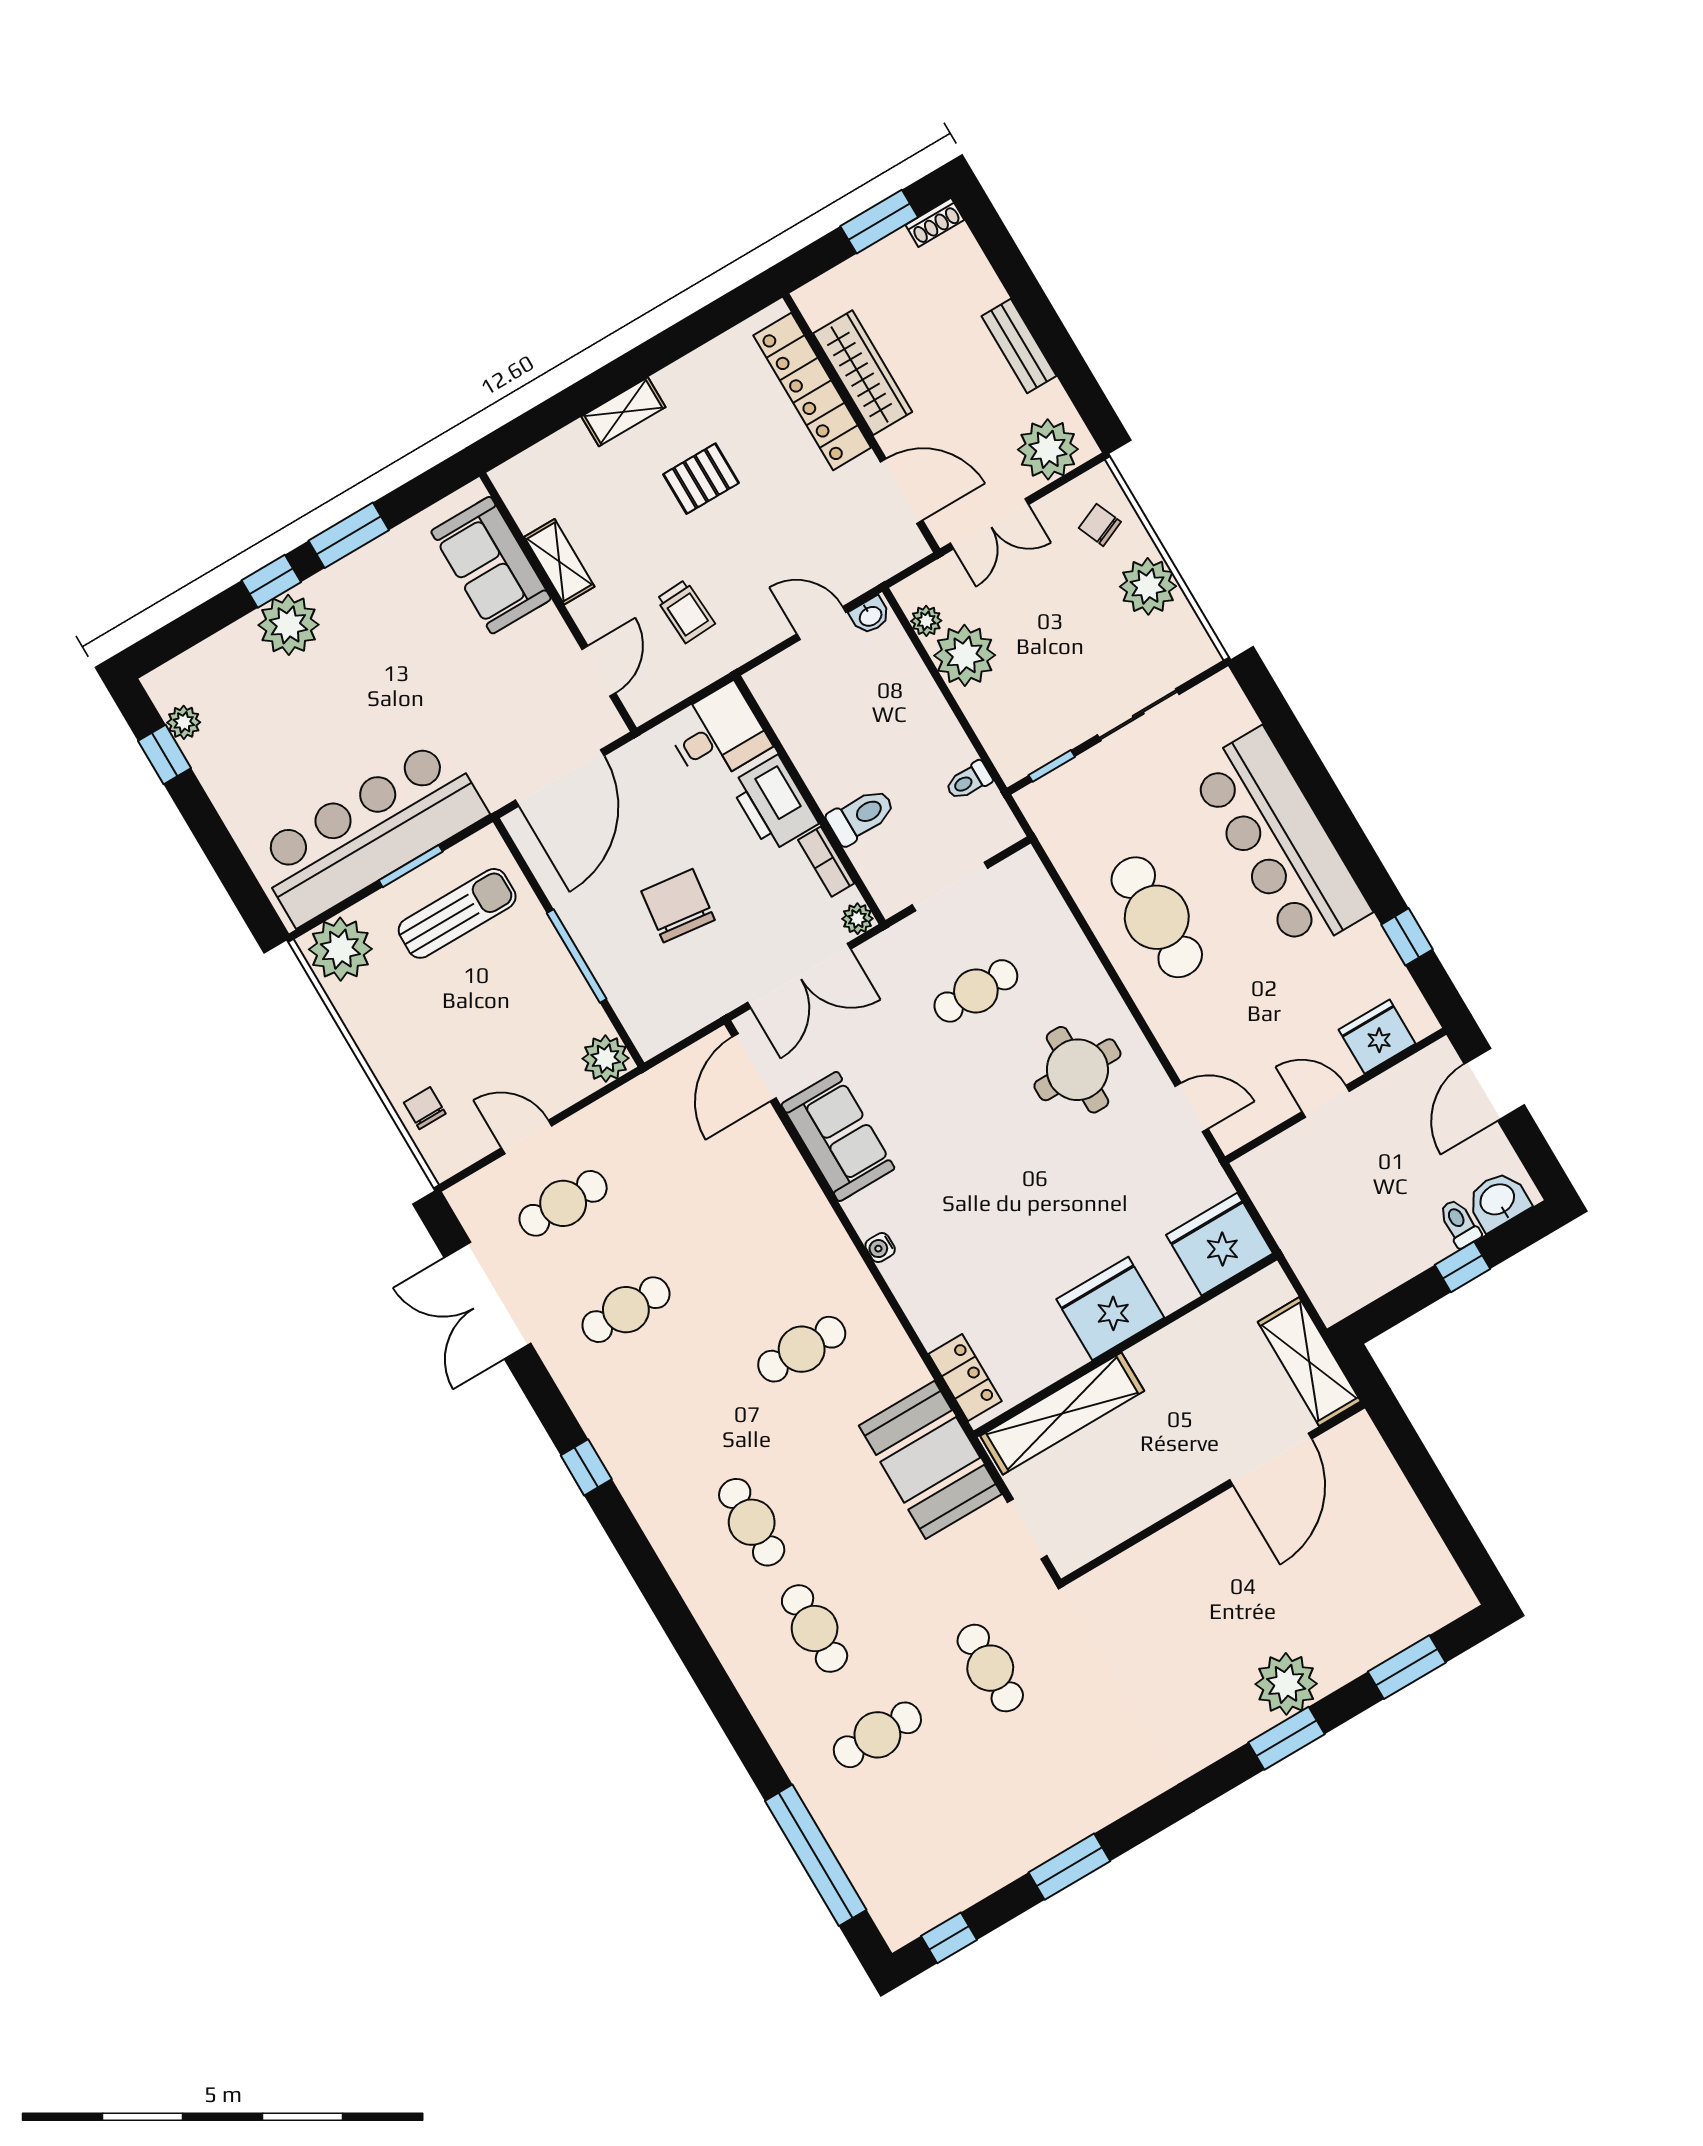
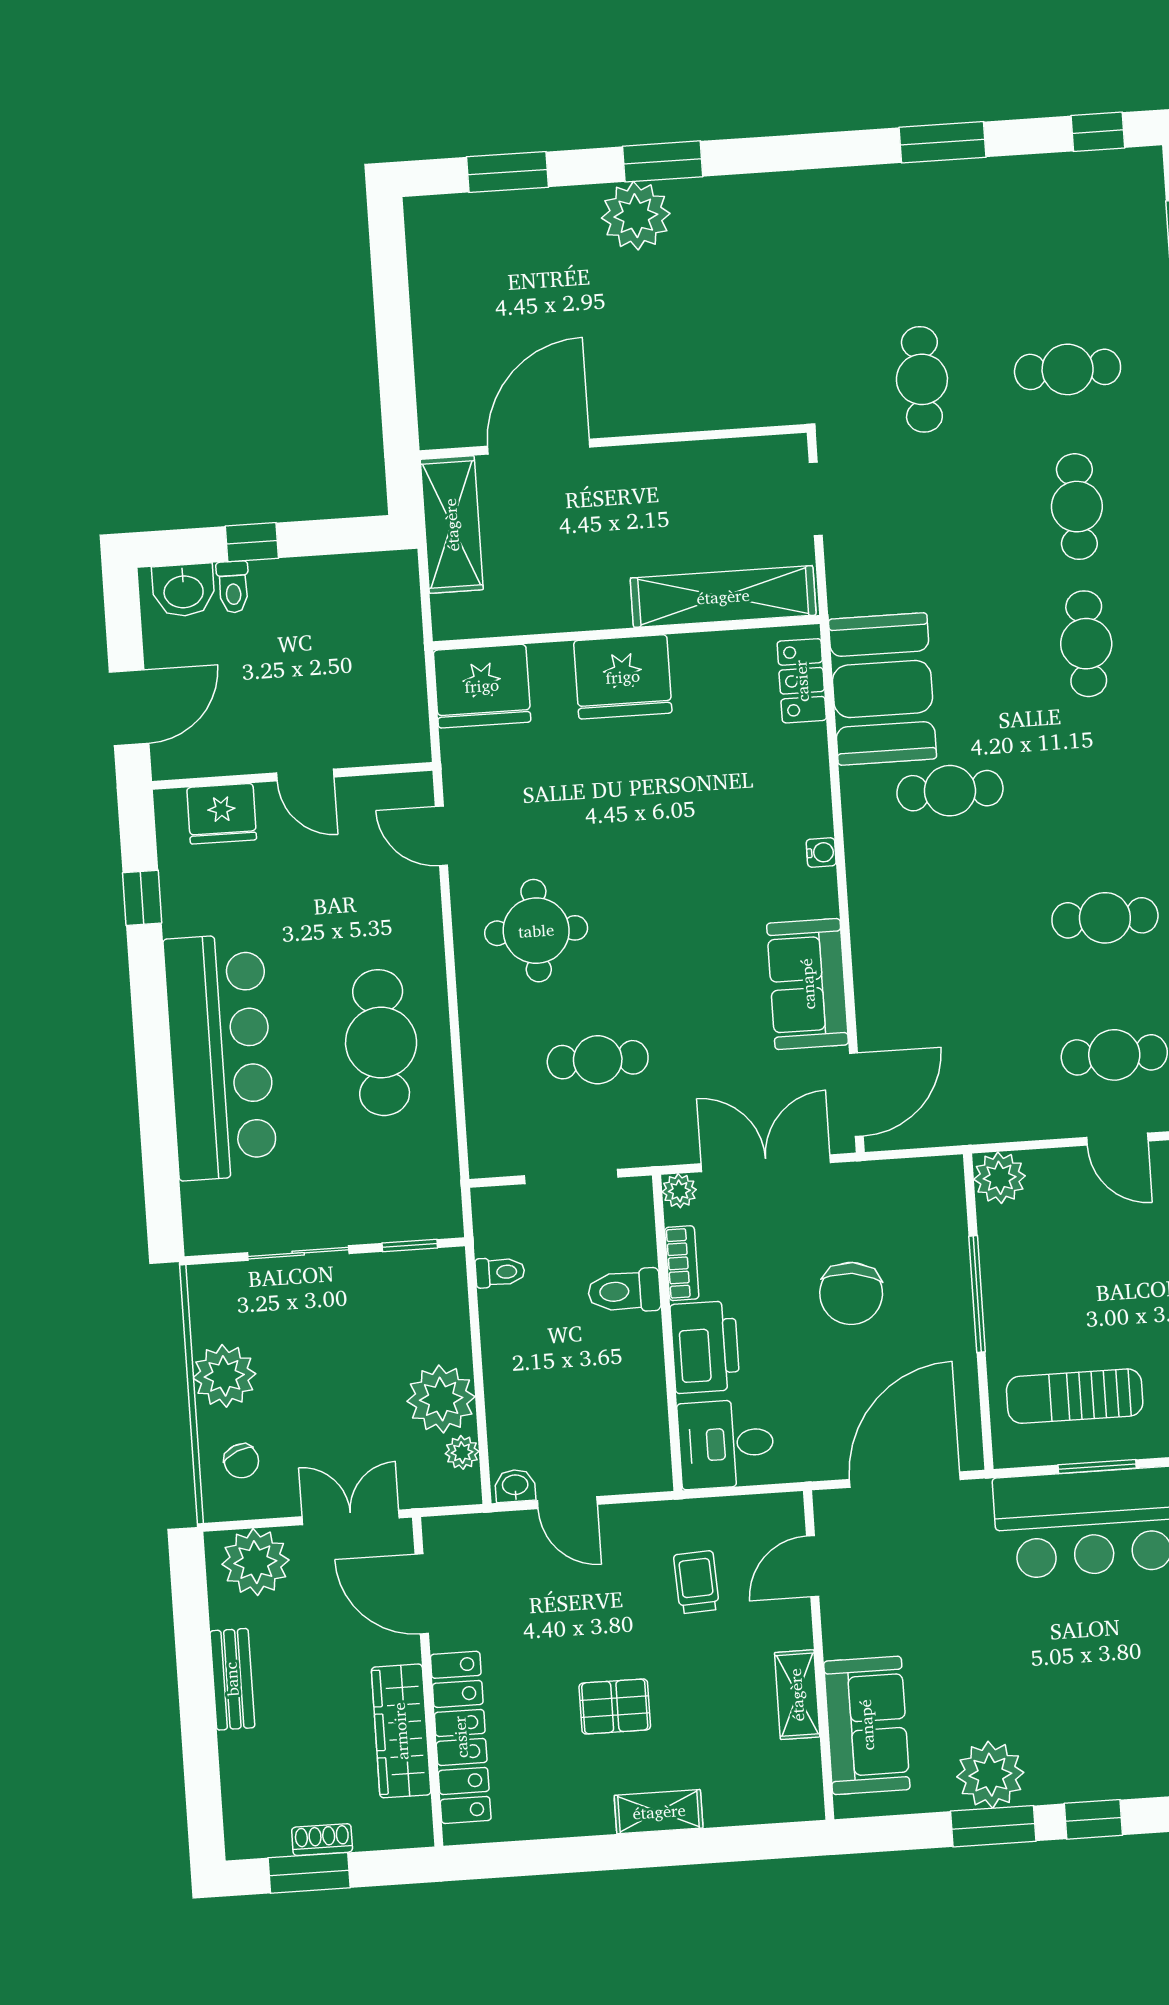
shoe rack: (935, 222) -> (322, 1840), moved
plant: (288, 625) -> (990, 1775), moved
booth: (930, 1460) -> (883, 689), moved

